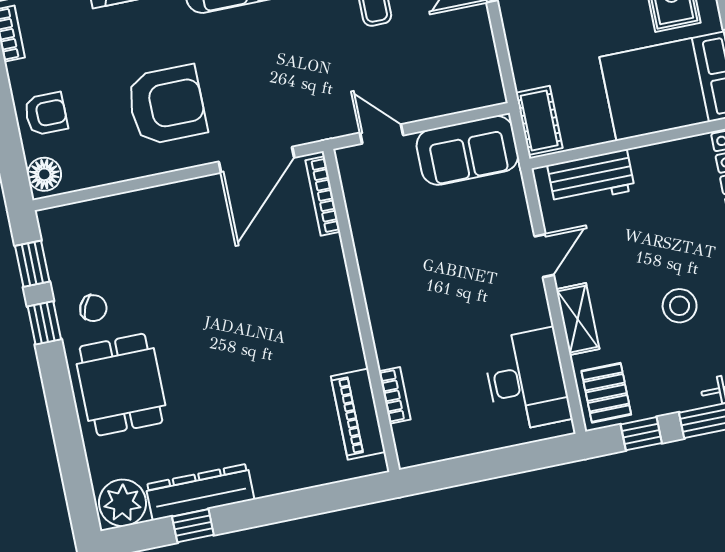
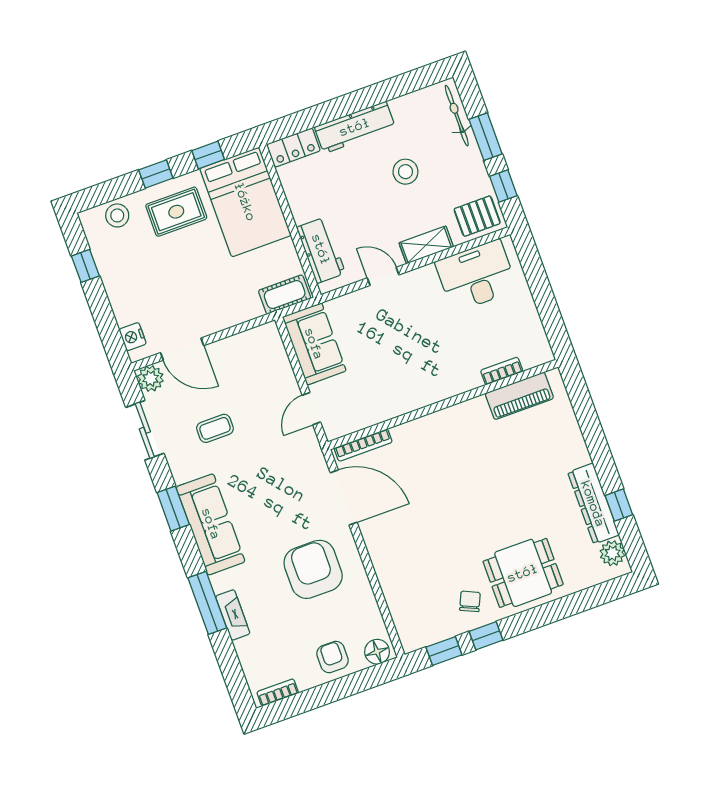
plant: (123, 503) -> (612, 553), width x0.73, depth x0.73

